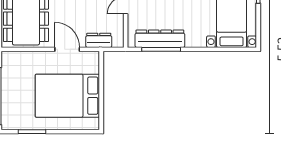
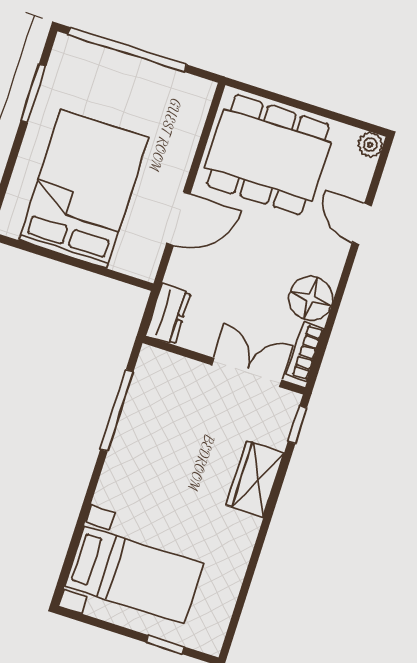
dresser: (160, 39) -> (139, 415), removed
dresser: (99, 40) -> (168, 314), moved

